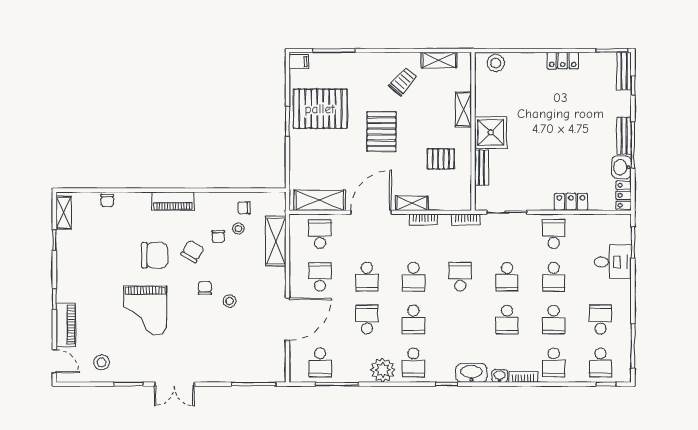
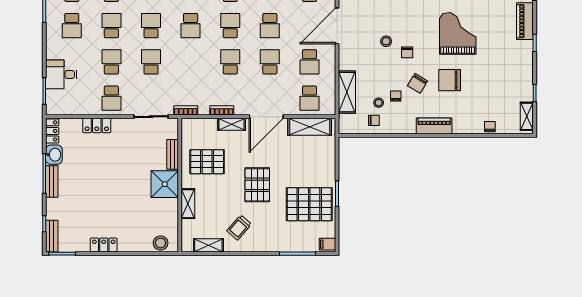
pallet: (441, 159) -> (207, 162), width x1.50, depth x1.42
school desk: (460, 277) -> (191, 26), moved

